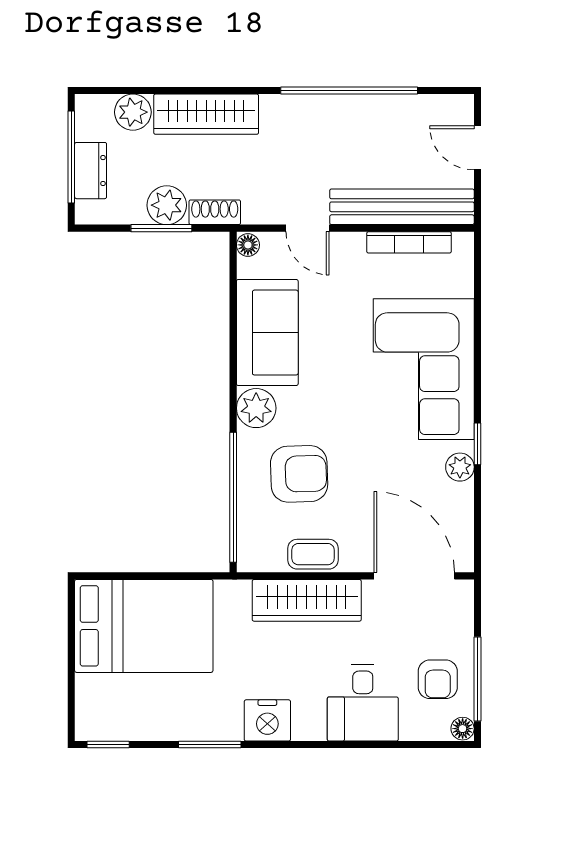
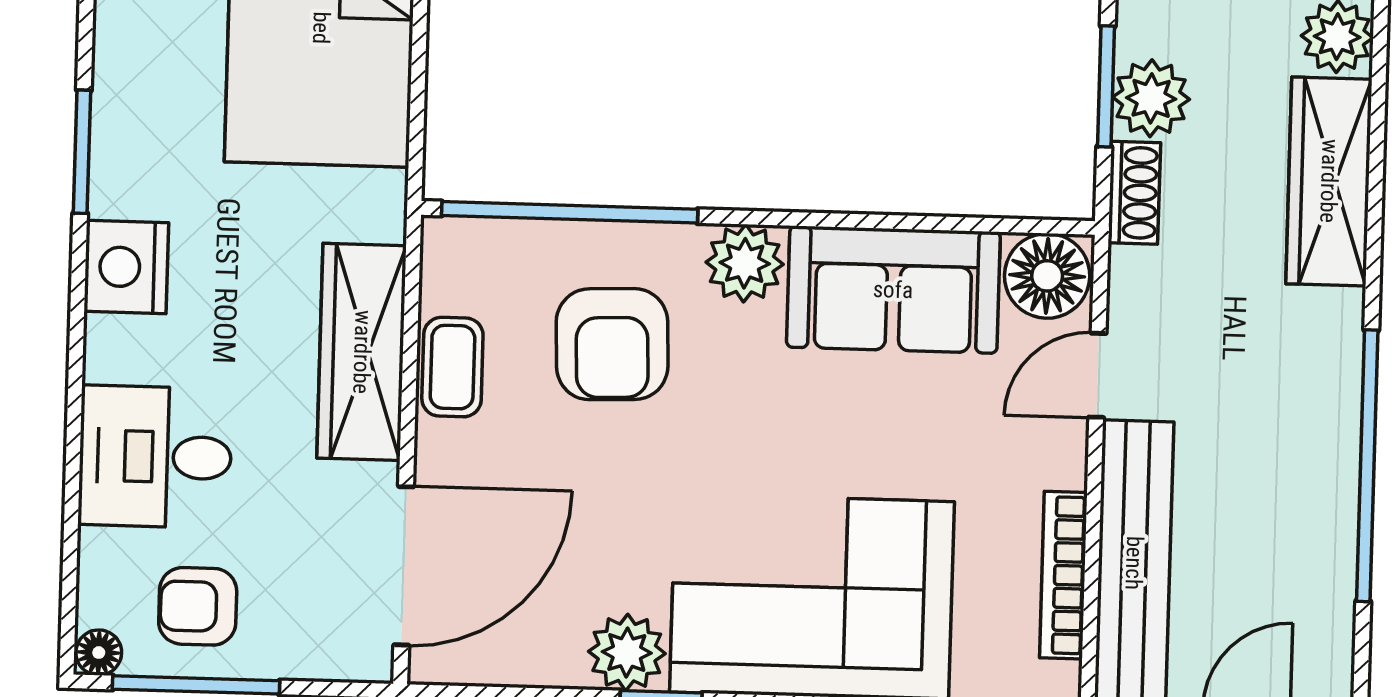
floor lamp: (248, 245) -> (1047, 276), width x1.89, depth x1.89
plant: (460, 467) -> (627, 652), width x1.38, depth x1.38

